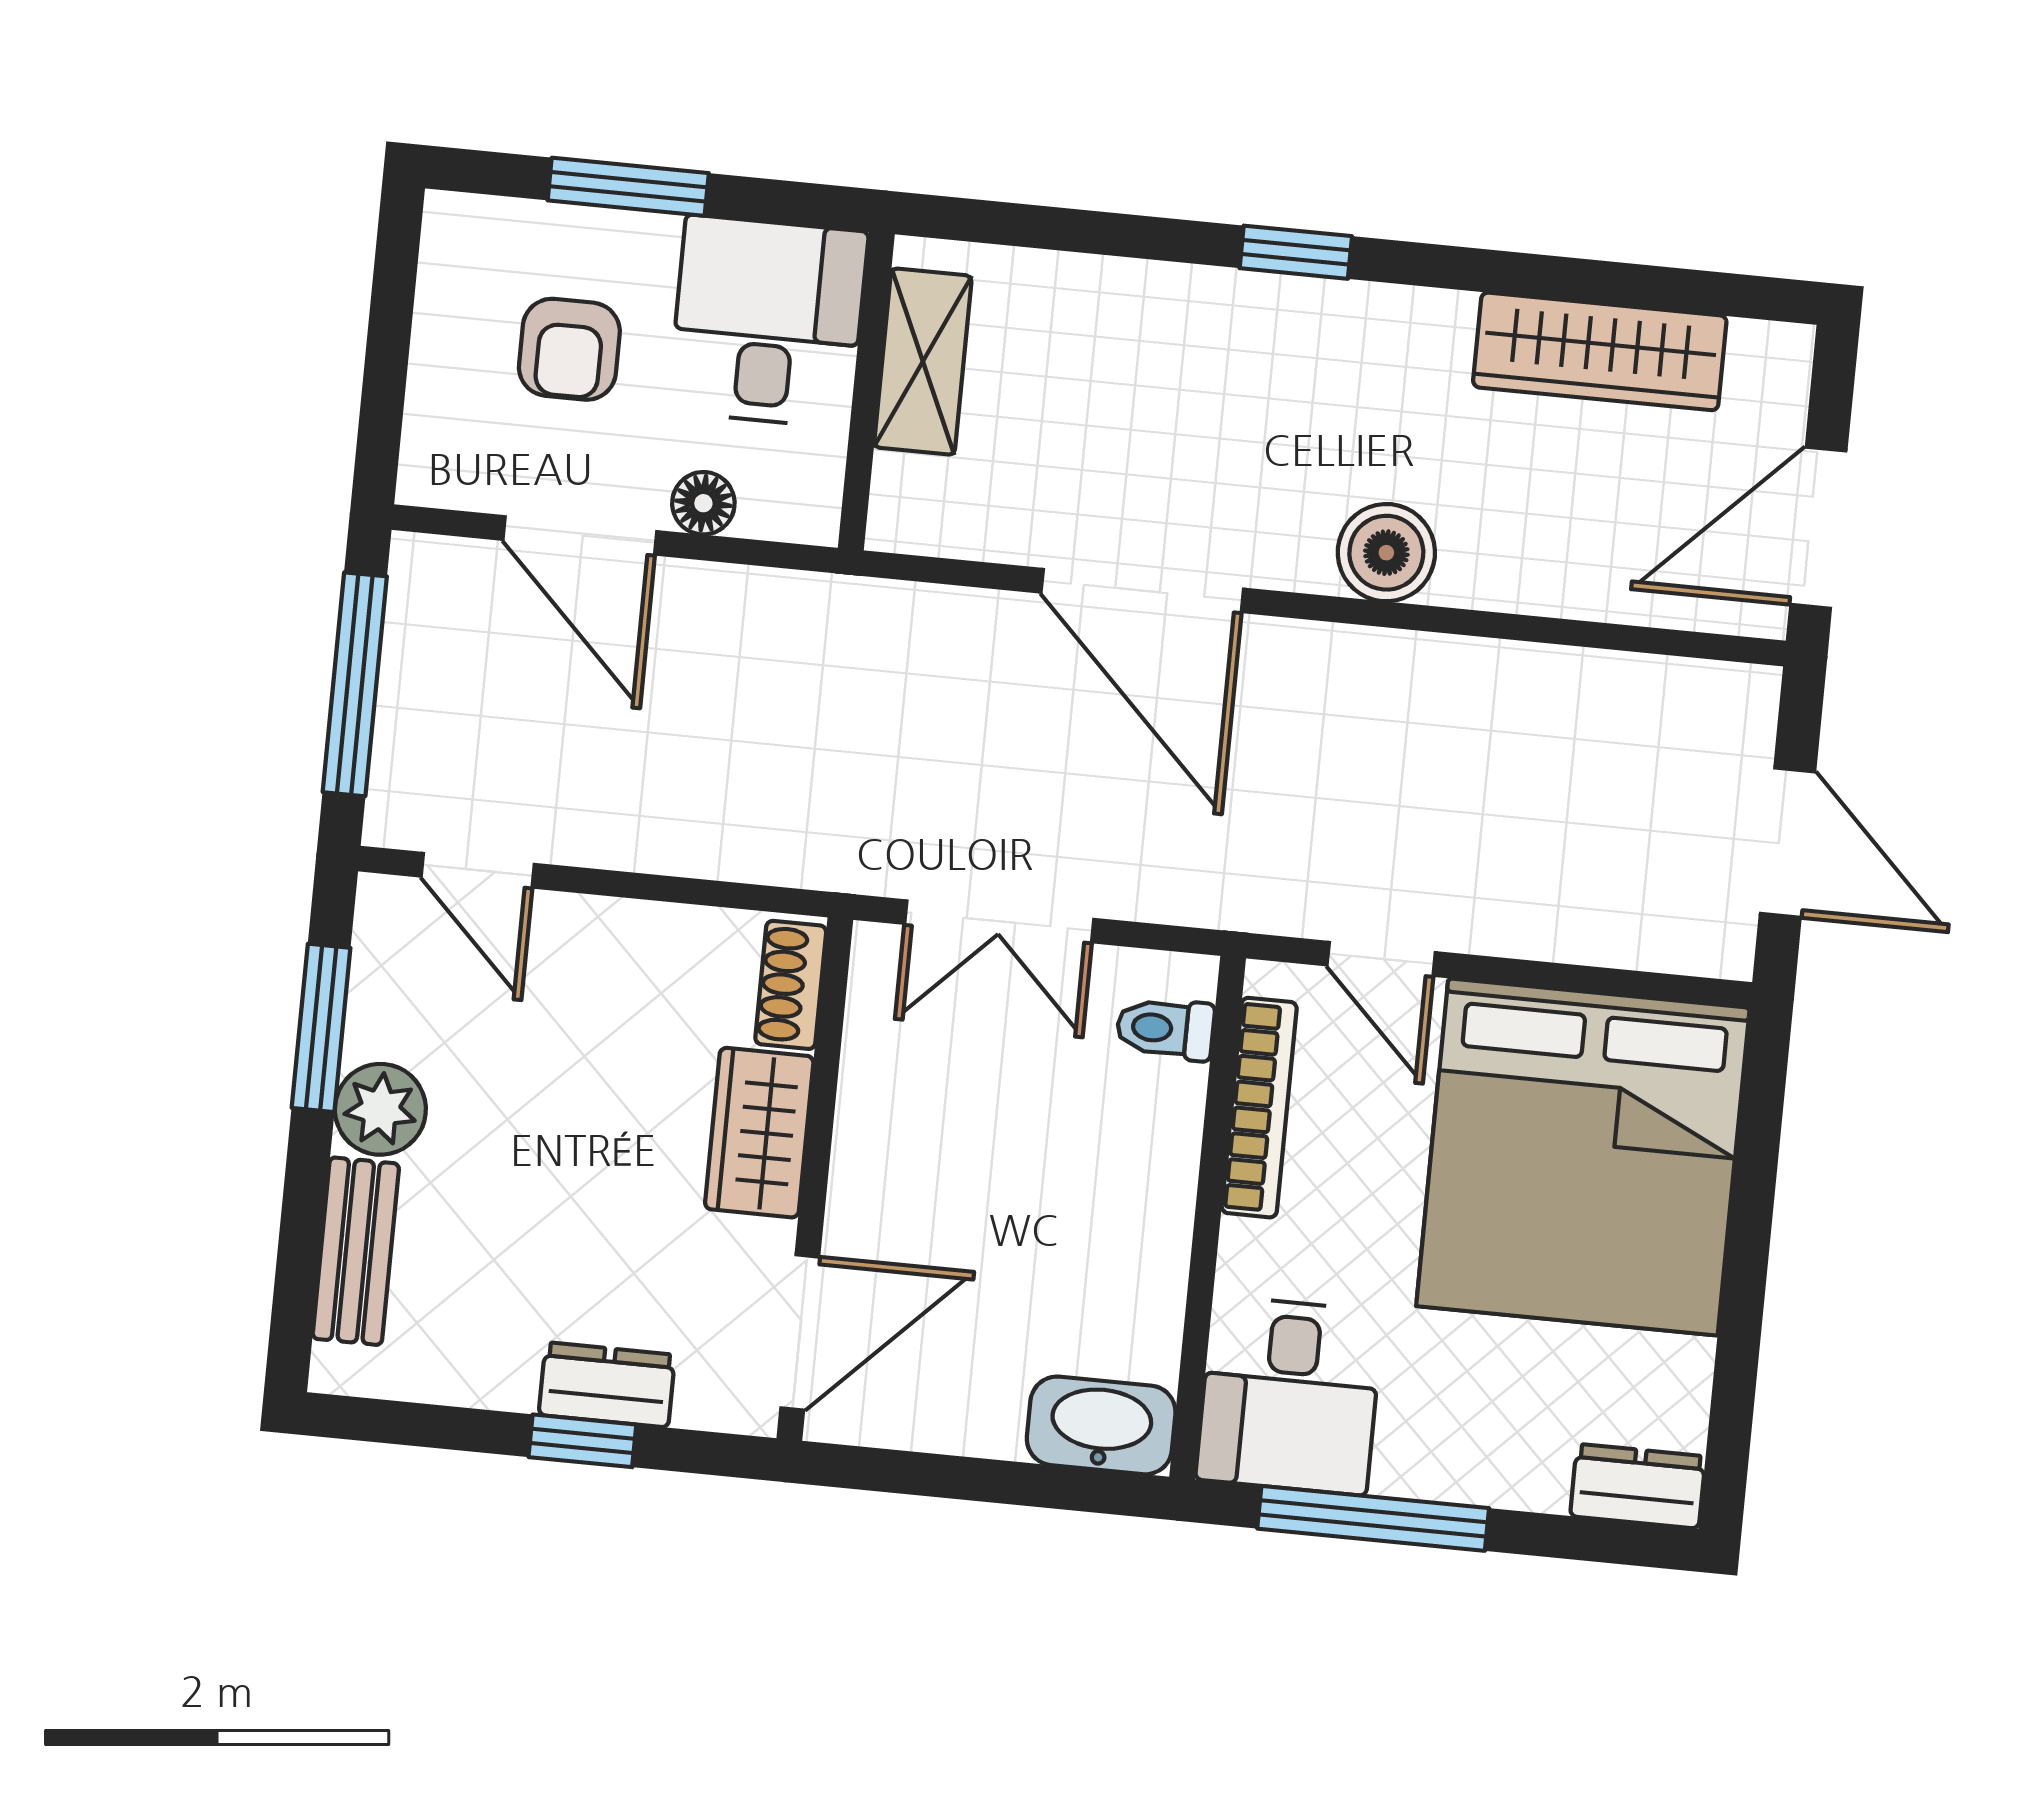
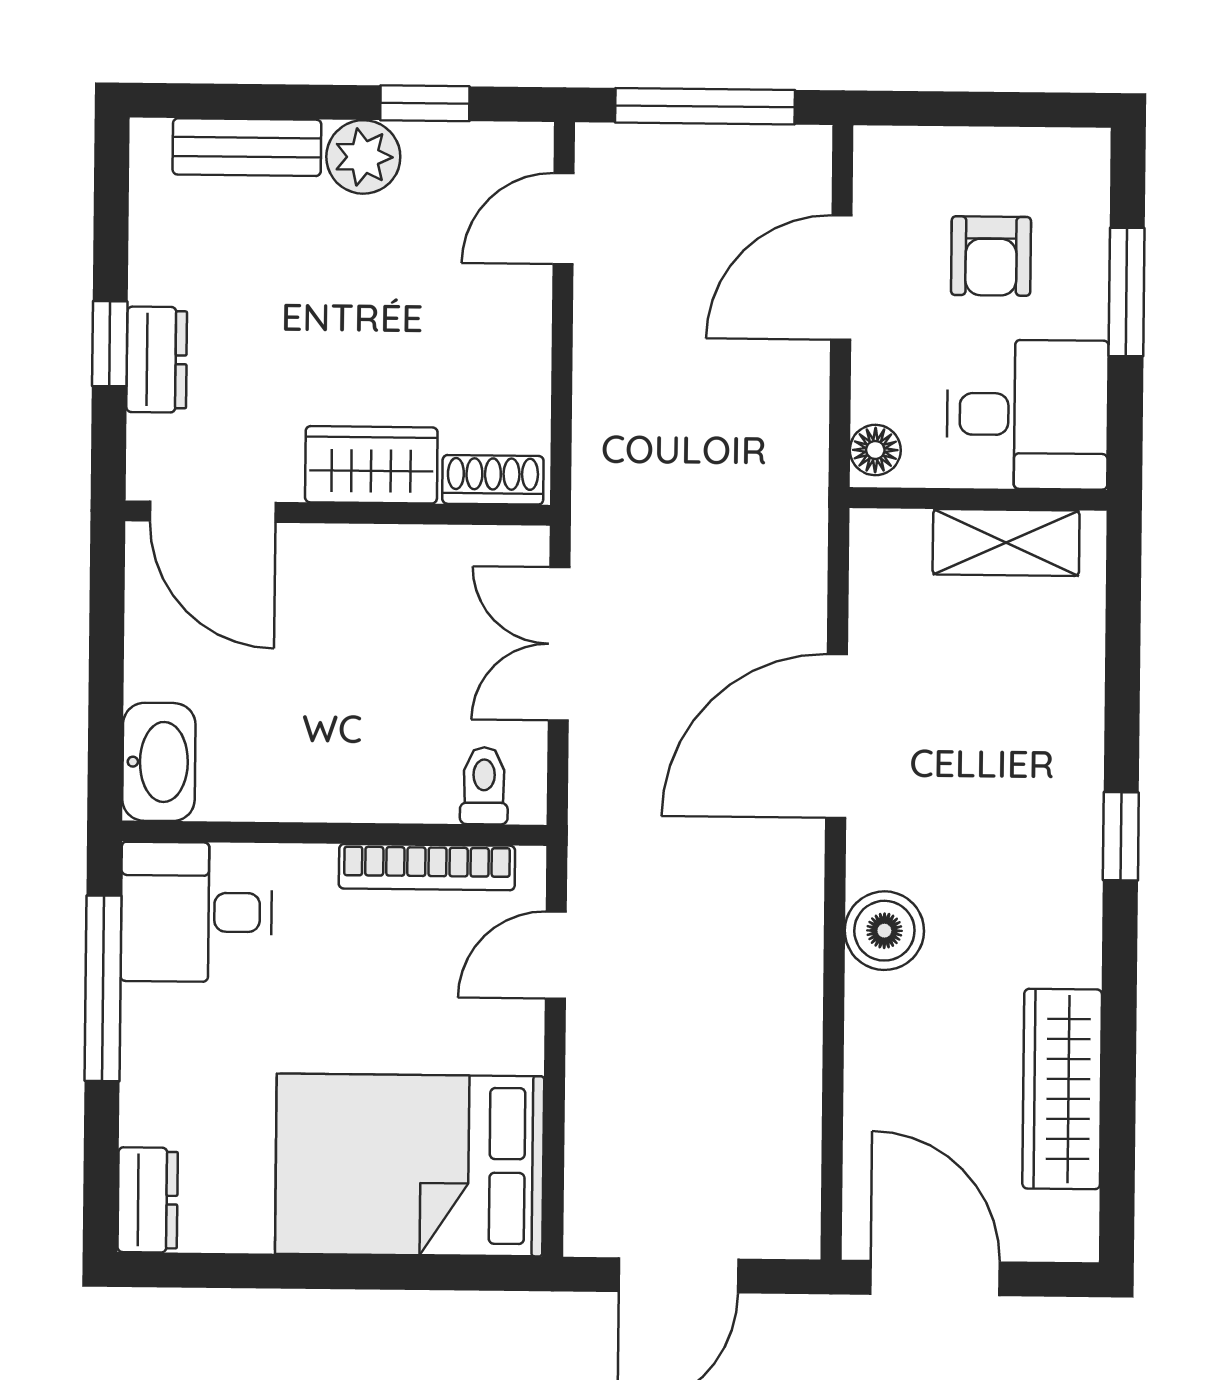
armchair: (569, 349) -> (991, 256), turned -90
floor lamp: (703, 503) -> (875, 450), moved
window: (321, 1028) -> (425, 103), width x0.67
bed: (1583, 1157) -> (410, 1165), width x0.73

